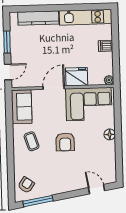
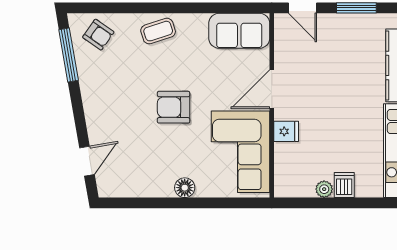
fridge: (77, 77) -> (286, 131), width x0.53, depth x0.75
plant: (109, 80) -> (324, 189), moved
door: (54, 88) -> (272, 89), swing flipped
coffee table: (32, 141) -> (158, 31), moved

